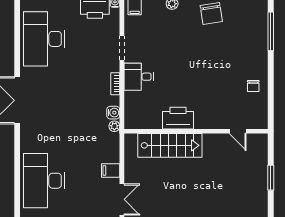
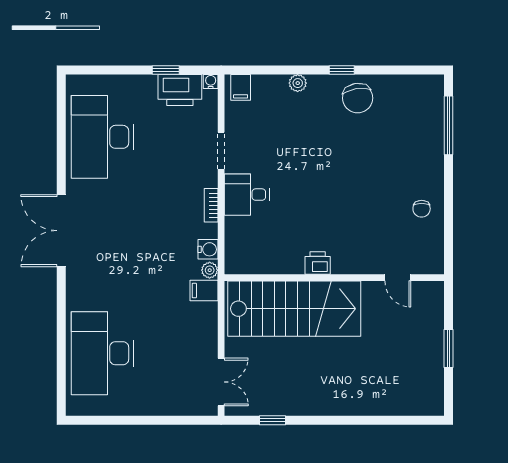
printer: (178, 118) -> (318, 263), width x0.53, depth x0.68
stairs: (170, 145) -> (294, 309), width x1.36, depth x1.51
filing cabinet: (111, 171) -> (204, 290), moved

